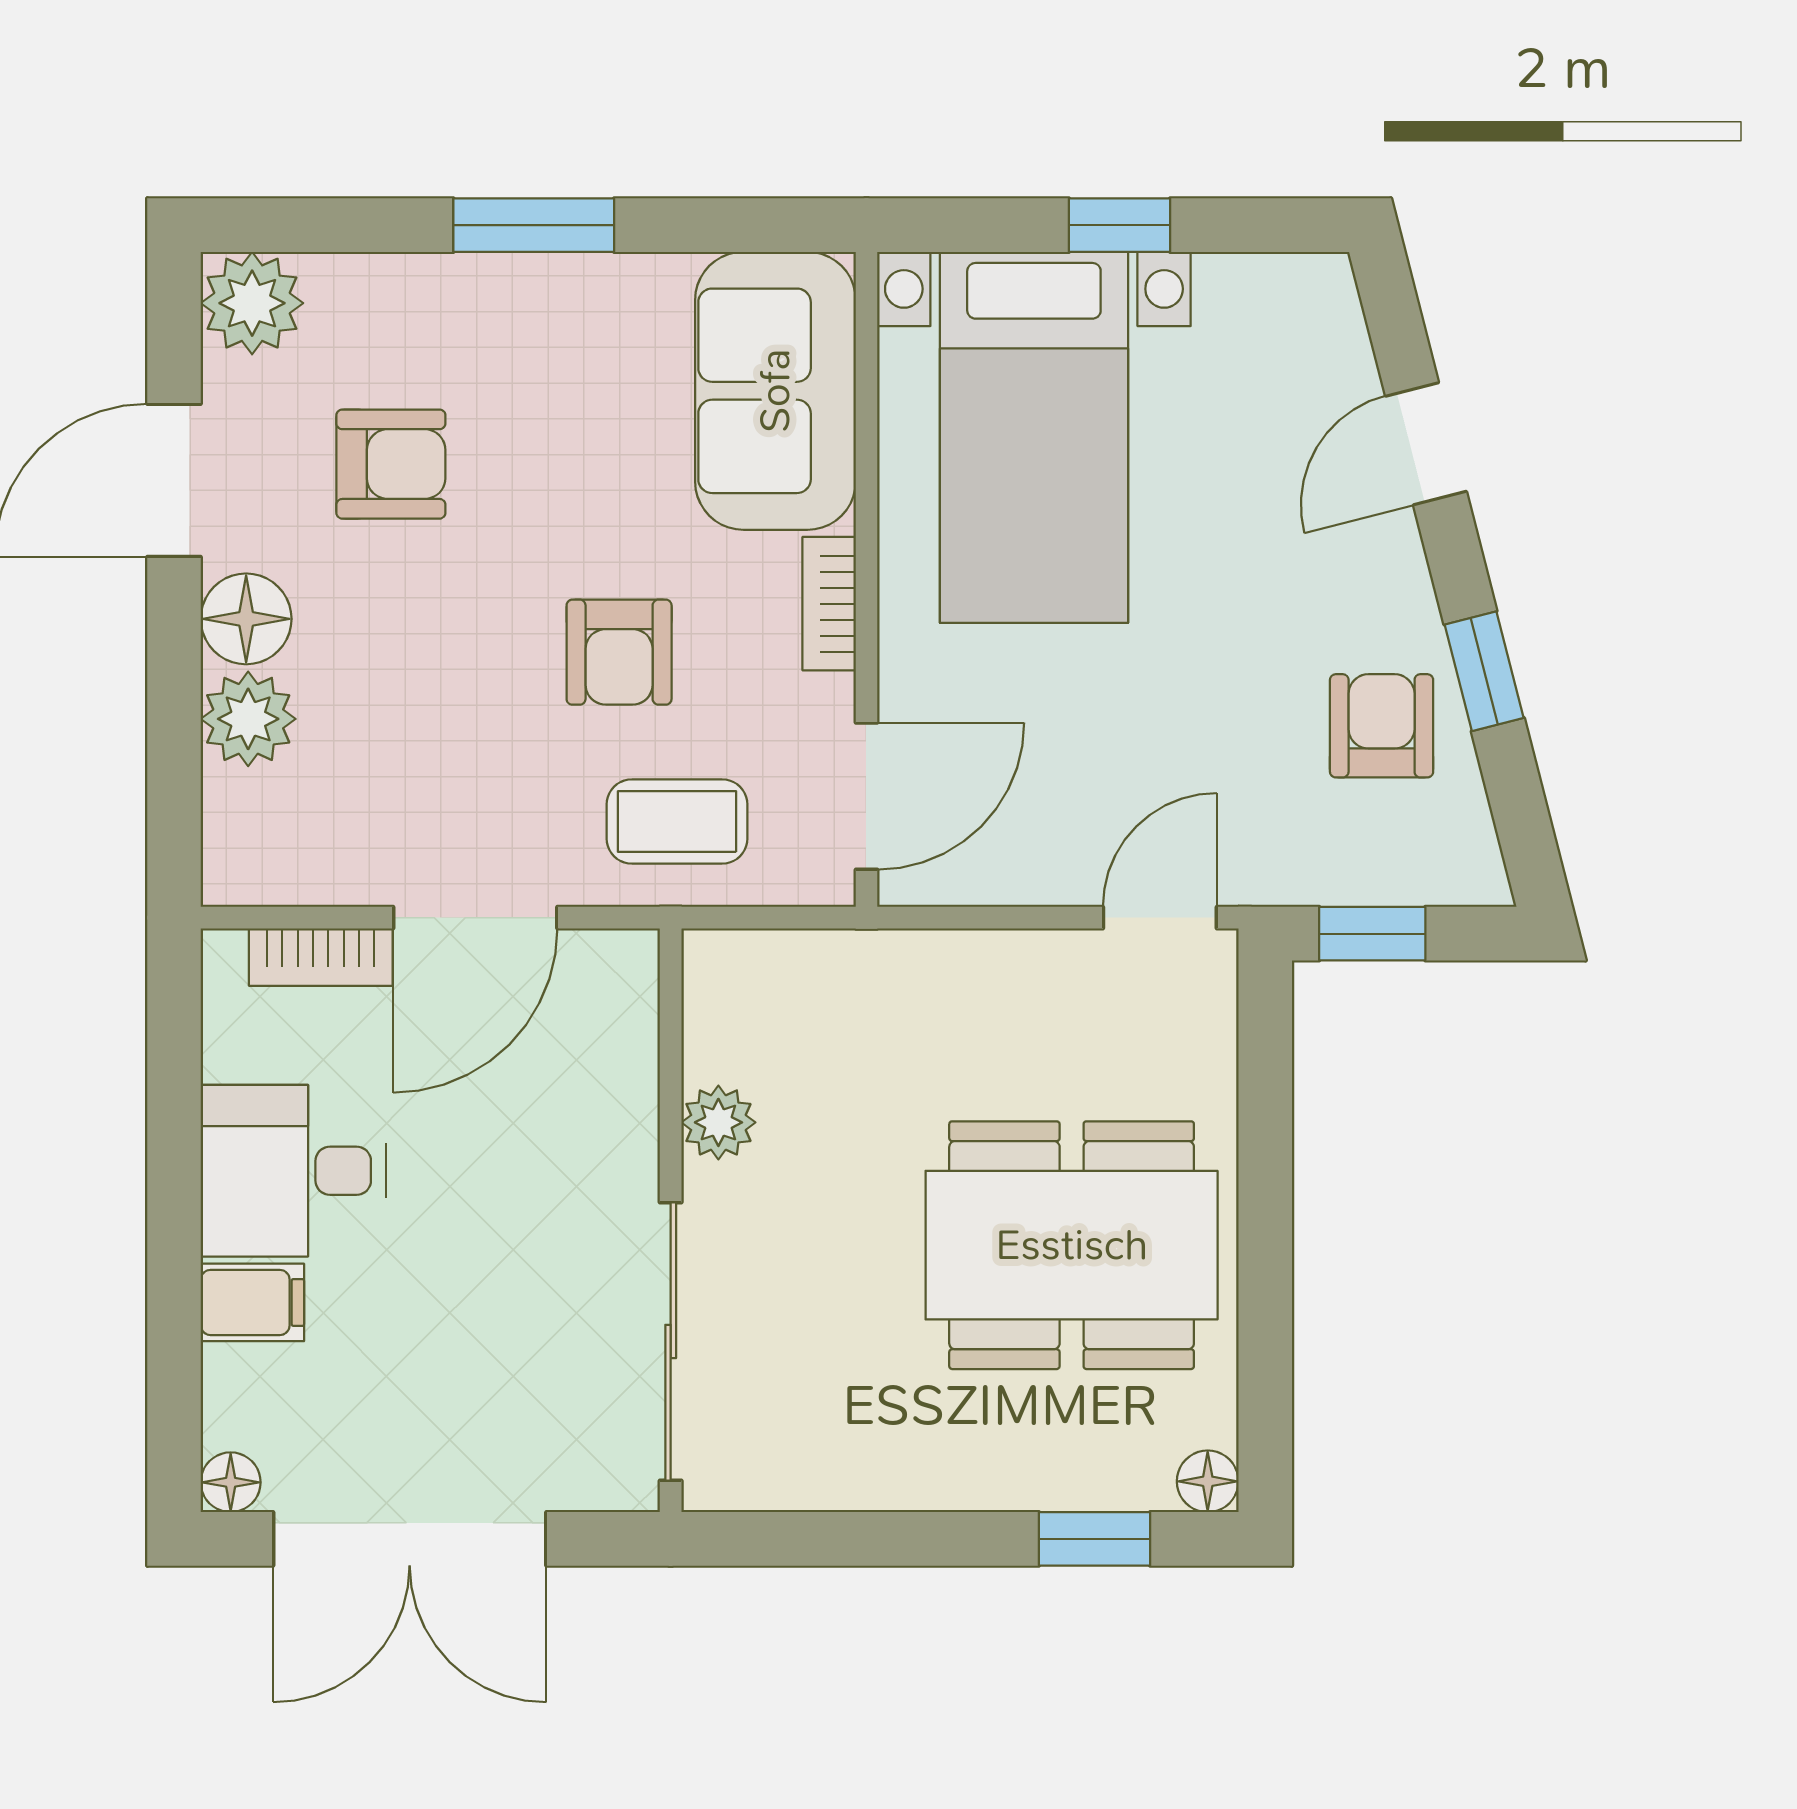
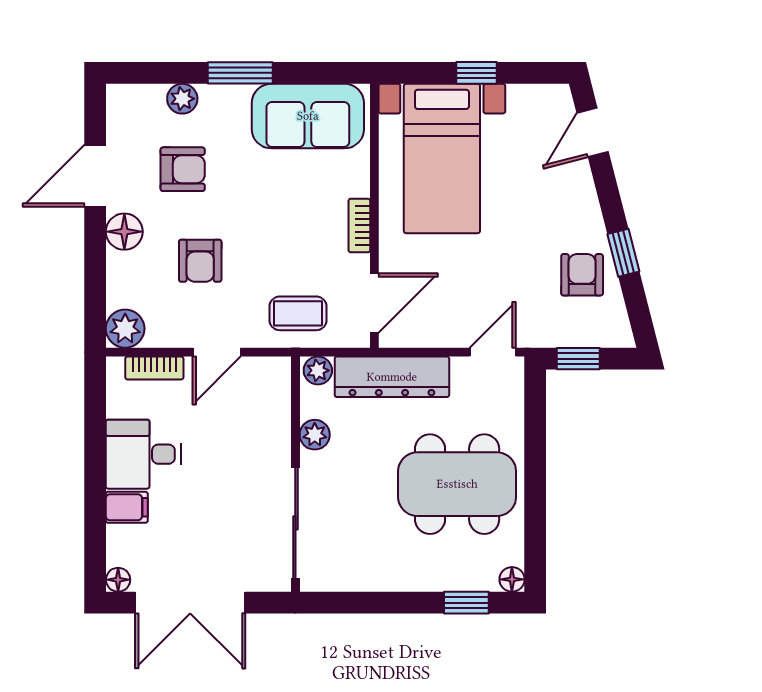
plant: (252, 303) -> (182, 99), moved, width x0.73, depth x0.73
sofa: (775, 391) -> (308, 116), moved, turned -90
door: (1426, 444) -> (593, 132), moved
armchair: (619, 652) -> (200, 261), moved
plant: (248, 719) -> (125, 329), moved
door: (475, 918) -> (217, 352), width x0.73
plant: (726, 963) -> (318, 370), added
dresser: (910, 979) -> (392, 377), added

